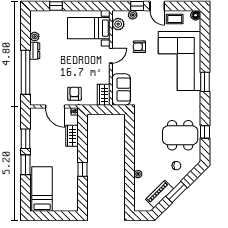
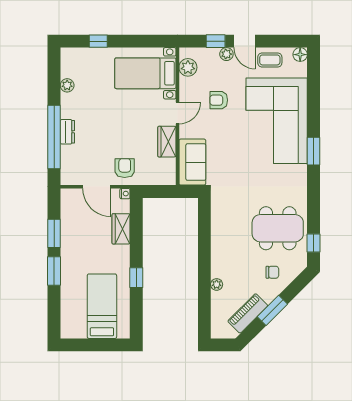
plant: (133, 15) -> (226, 54), moved
dresser: (35, 51) -> (67, 132), moved
wardrobe: (104, 95) -> (167, 142), moved
window: (205, 132) -> (314, 243), moved
bed: (42, 189) -> (102, 306), moved

